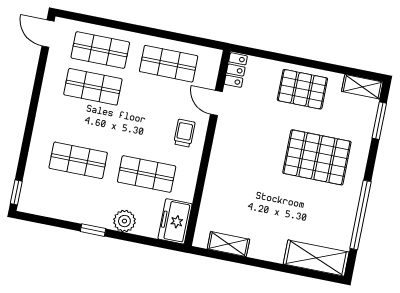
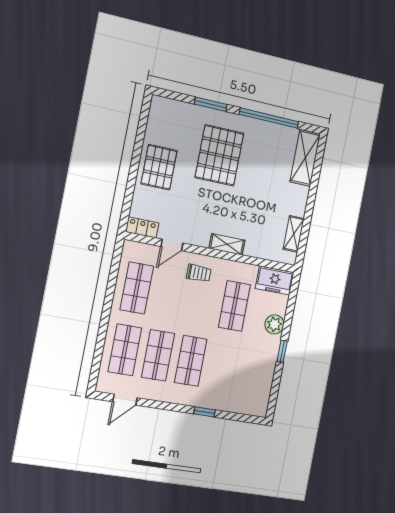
door: (48, 34) -> (125, 400), moved
shelving: (362, 87) -> (227, 244), moved, turned 90
window: (379, 121) -> (211, 104), moved
trolley: (184, 133) -> (199, 273), turned 180
shop shelf: (78, 160) -> (191, 361), moved
window: (16, 192) -> (205, 412), moved

